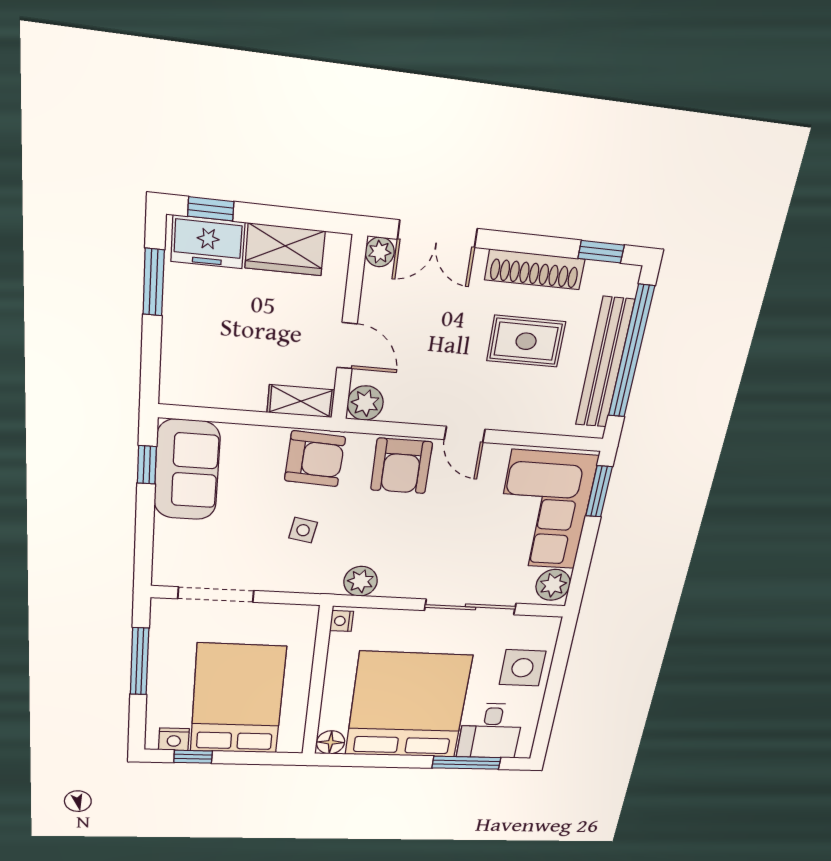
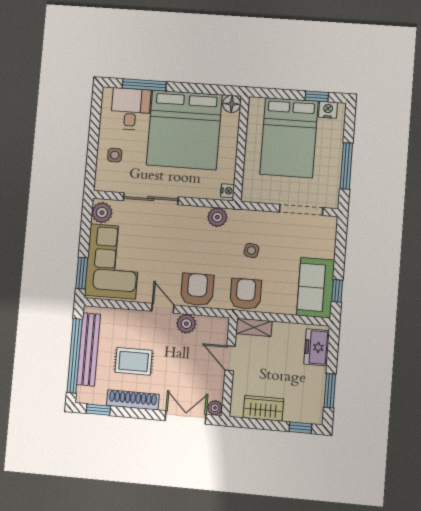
freezer: (208, 242) -> (317, 347), moved, turned -90
plant: (365, 403) -> (186, 324), moved
armchair: (315, 459) -> (246, 294), turned 87
side table: (522, 668) -> (115, 155), width x0.54, depth x0.54

